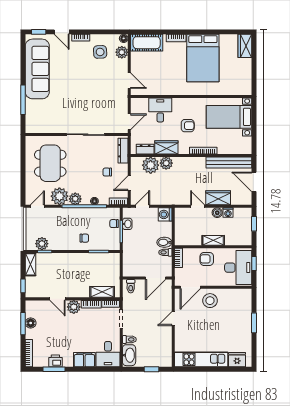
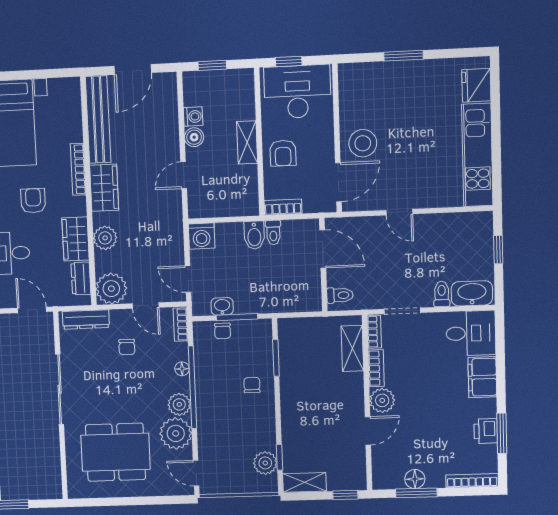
plant: (151, 165) -> (111, 289), moved
wardrobe: (218, 198) -> (104, 188), moved, turned 180
door: (190, 287) -> (338, 182), hinge flipped

